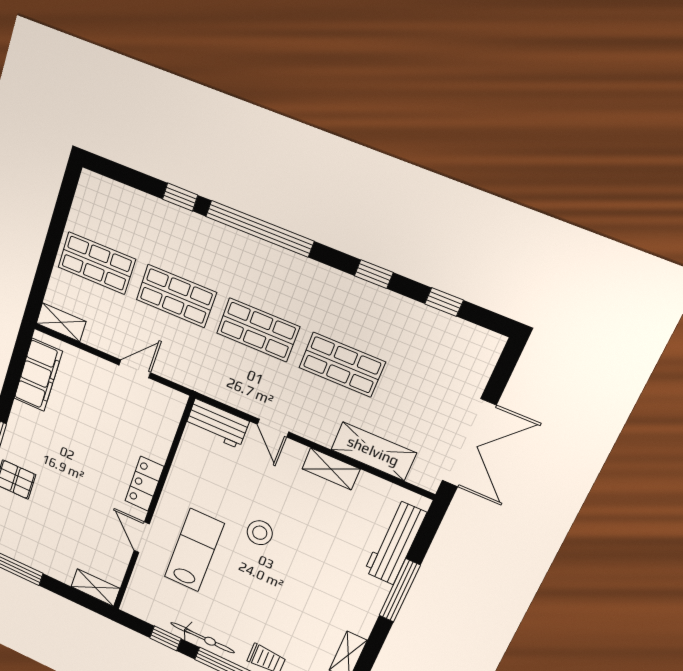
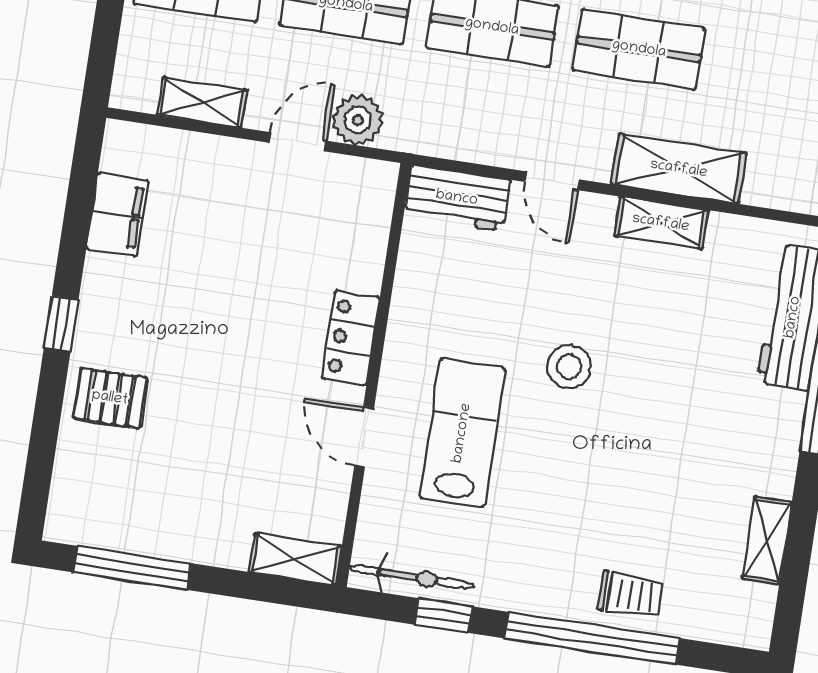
shelving: (61, 322) -> (202, 102), moved
plant: (170, 365) -> (358, 120), added
filing cabinet: (38, 375) -> (117, 215), width x0.67, depth x0.86
shelving: (373, 451) -> (679, 169), moved
bicycle: (202, 638) -> (412, 577), moved

